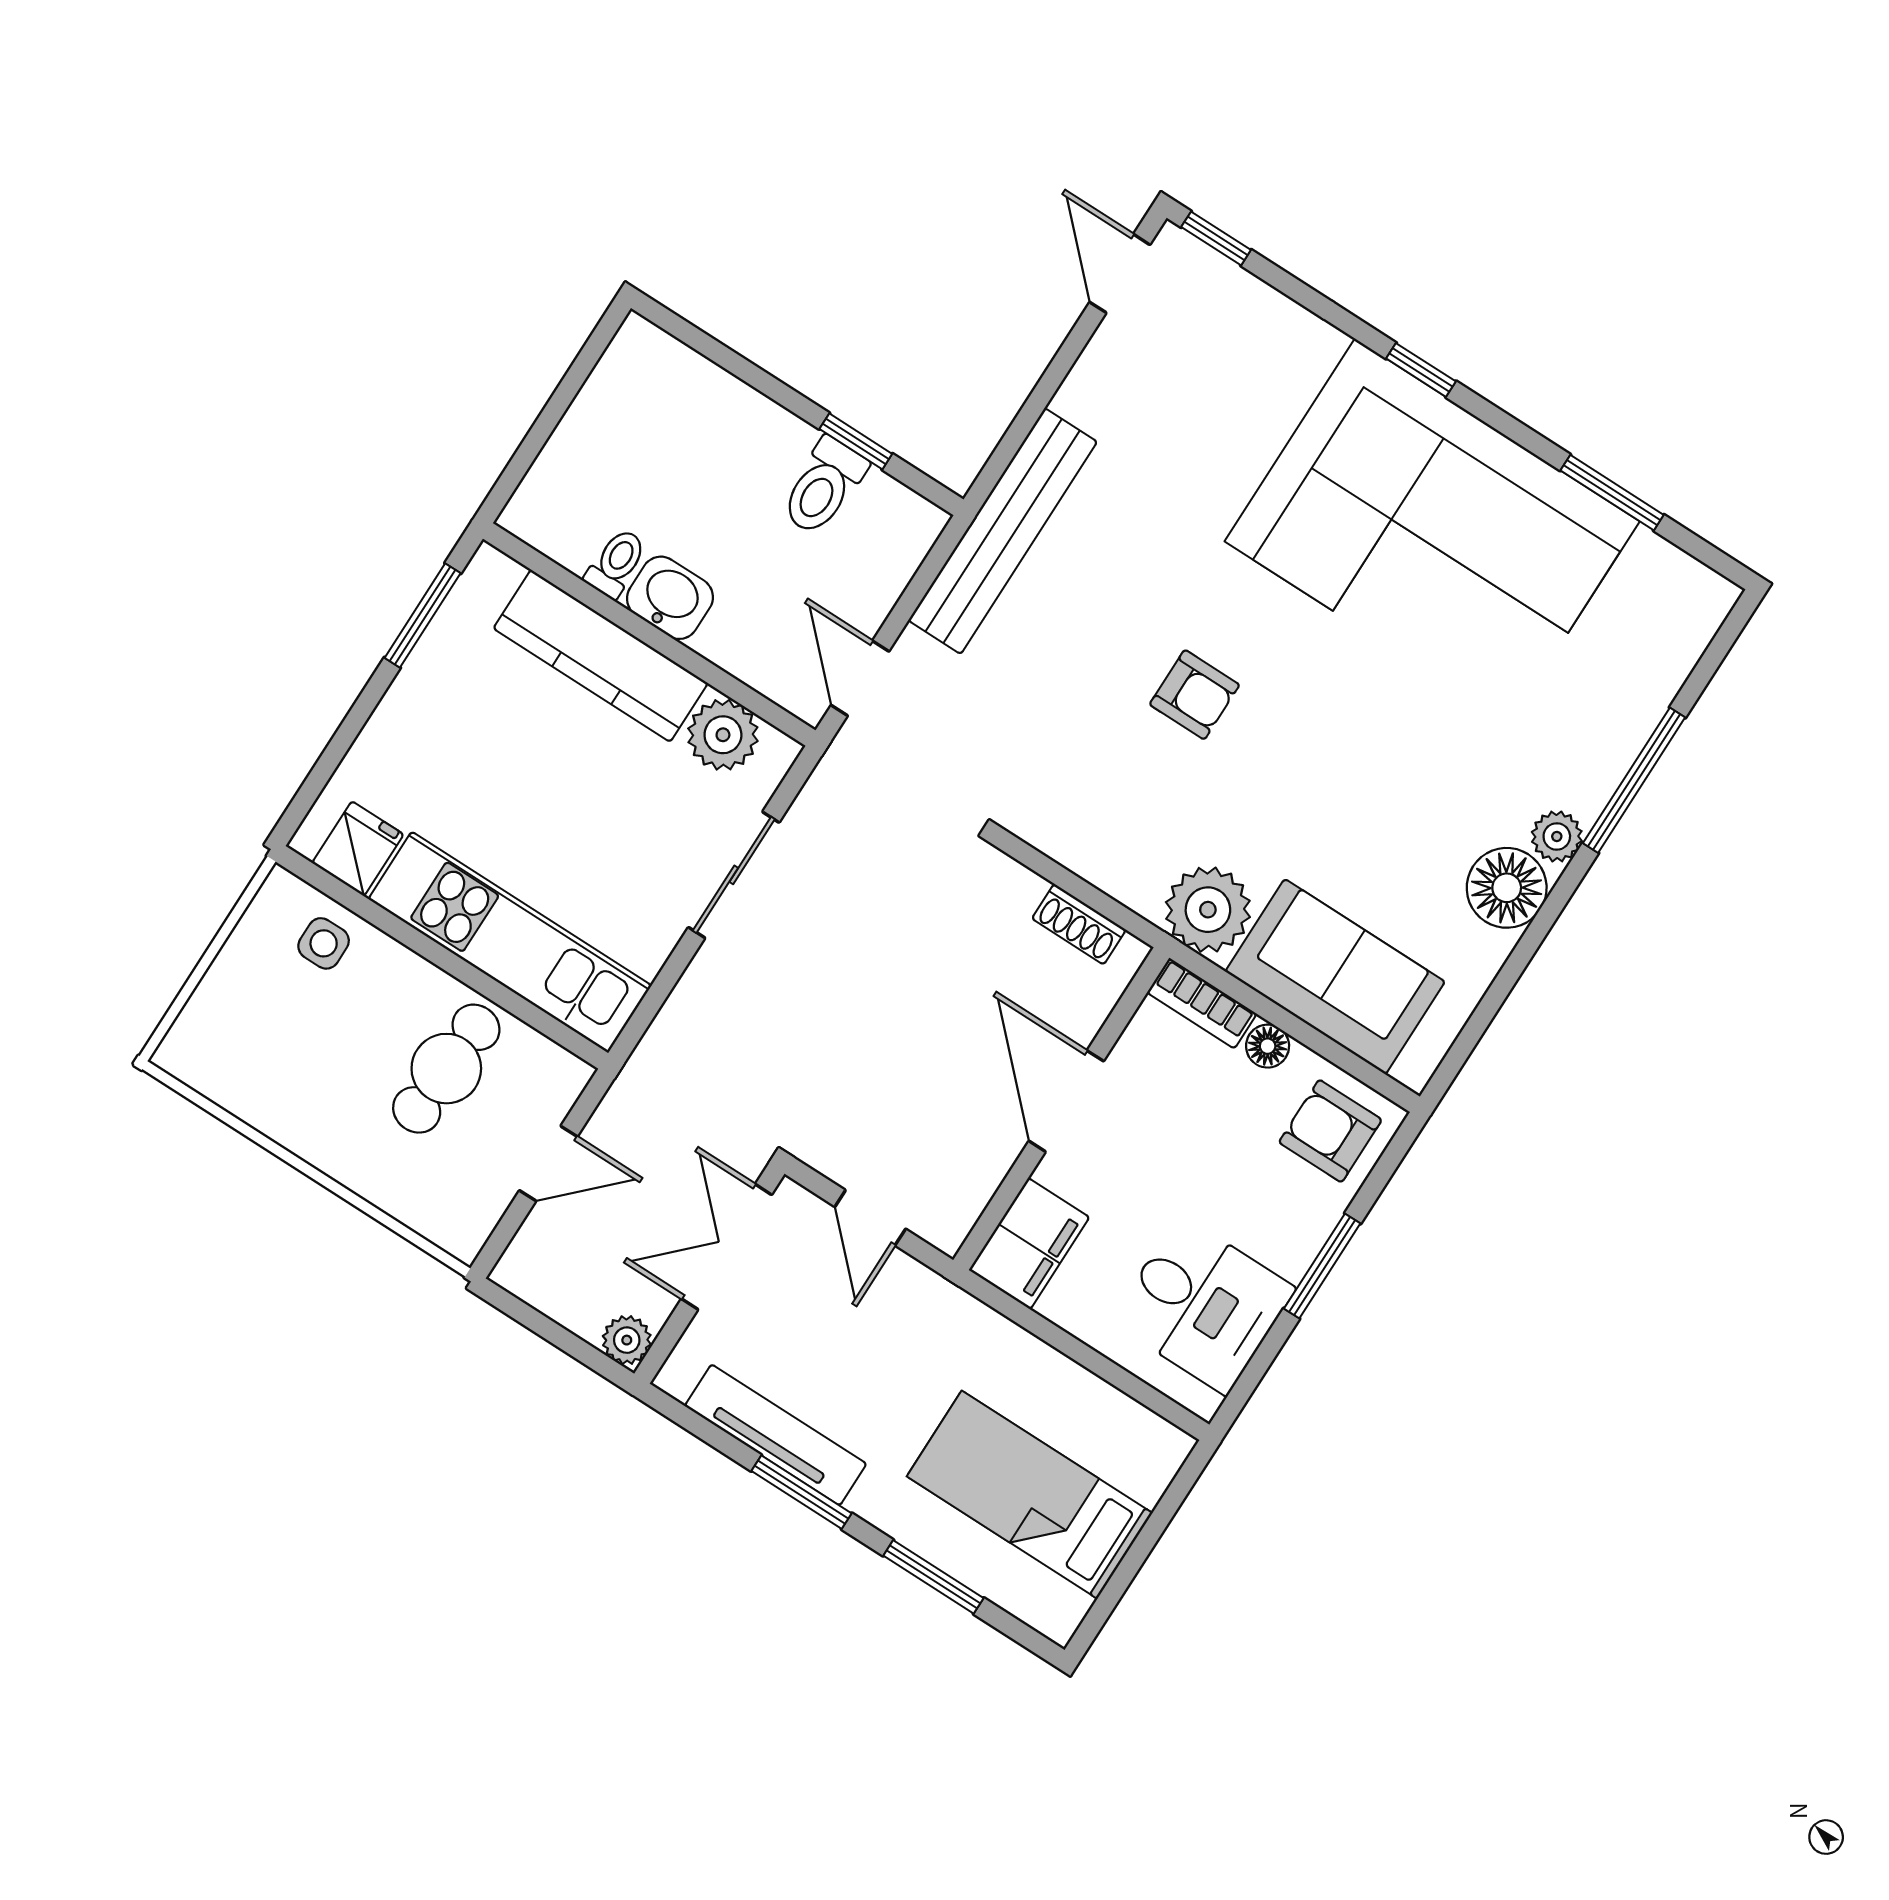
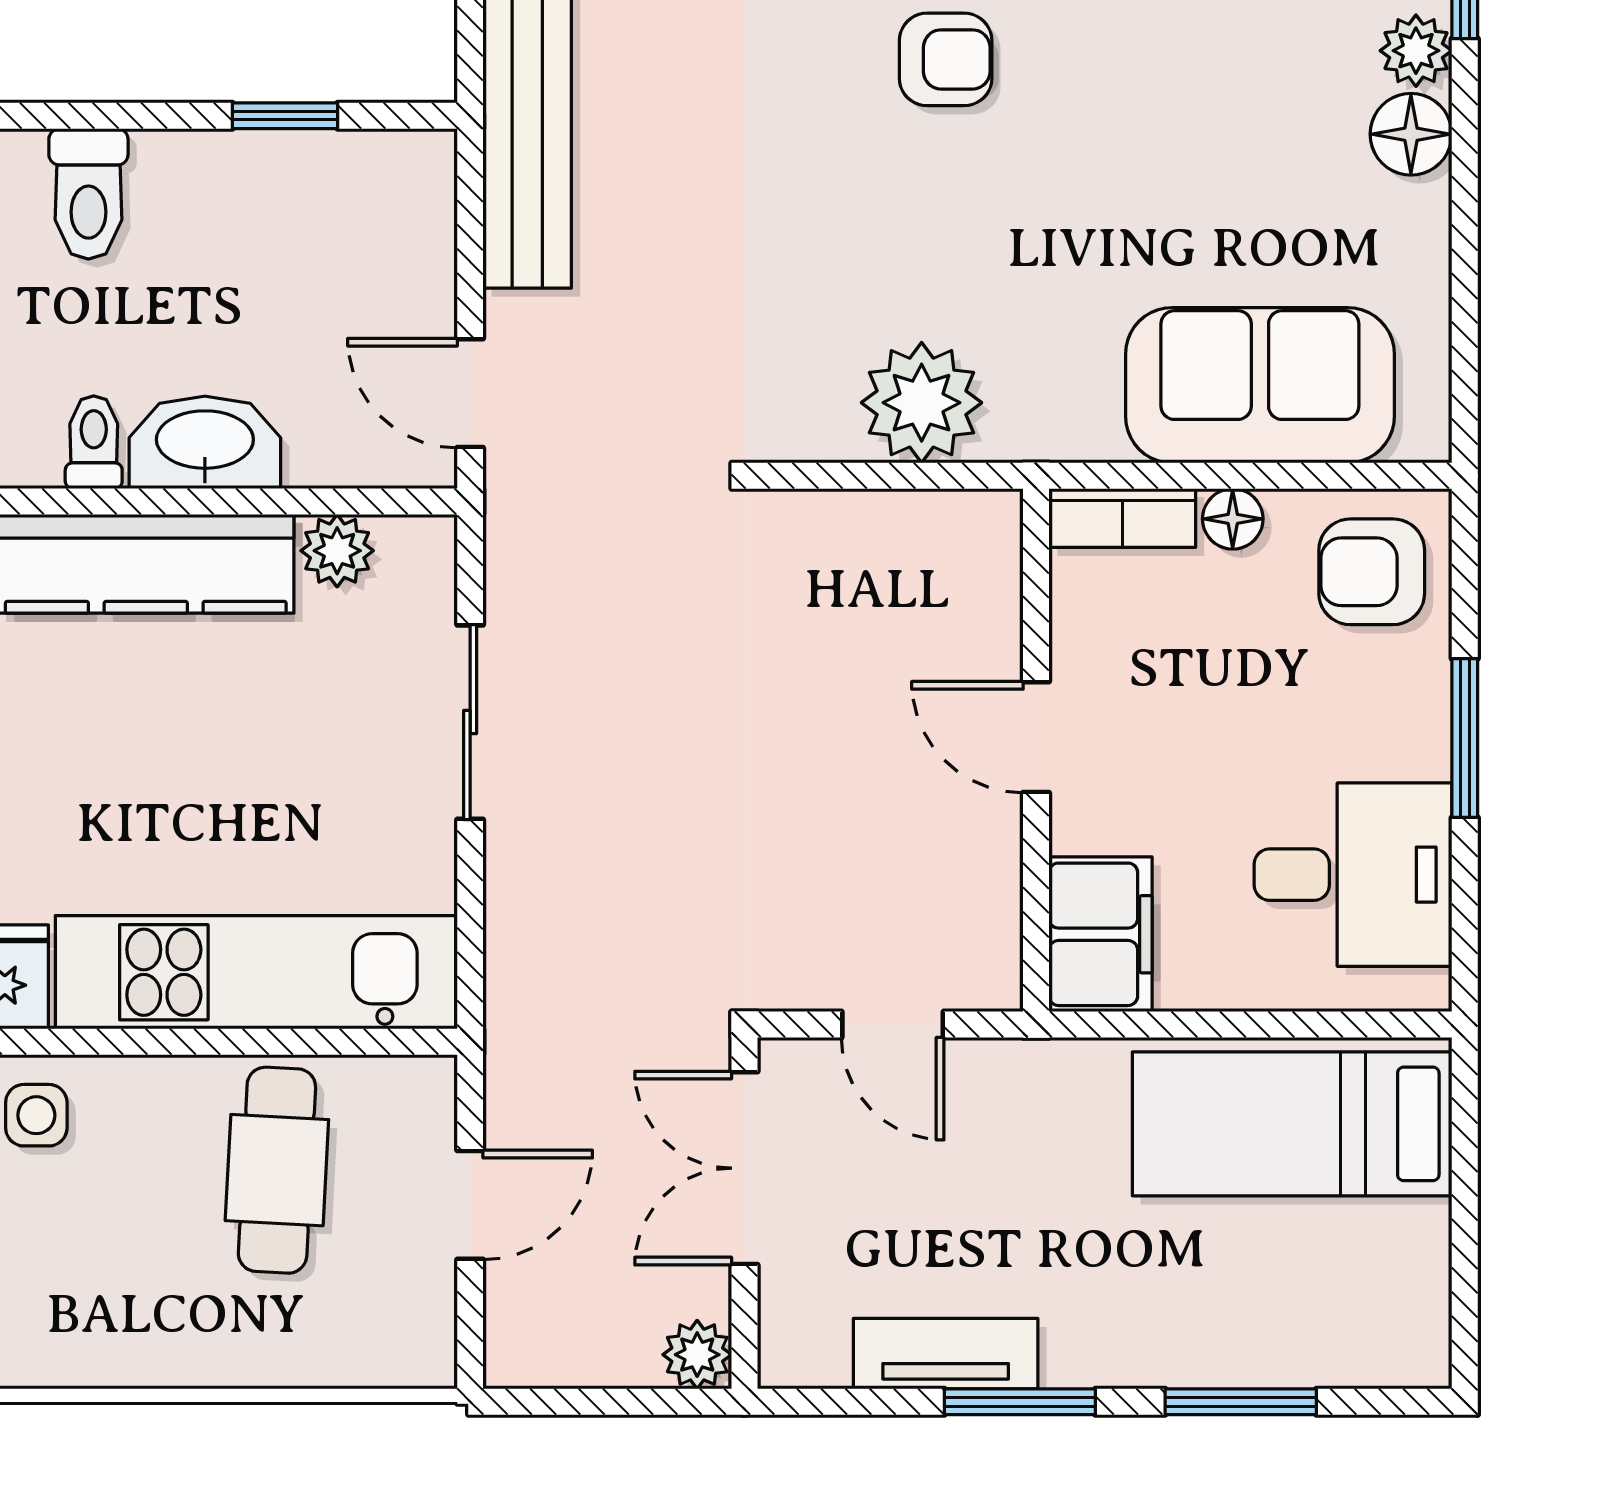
toilet: (823, 487) -> (88, 194), moved
washbasin: (670, 598) -> (205, 442), width x1.38
armchair: (1195, 695) -> (946, 59), moved
plant: (723, 735) -> (337, 551), width x0.73, depth x0.73
floor lamp: (1507, 888) -> (1411, 134), width x0.73, depth x0.73
plant: (1208, 910) -> (922, 403), moved
shoe rack: (1079, 924) -> (917, 518), removed
door: (1066, 1101) -> (1036, 737), width x0.73
tv unit: (776, 1435) -> (946, 1354), width x0.71
bed: (1030, 1495) -> (1292, 1124), moved

